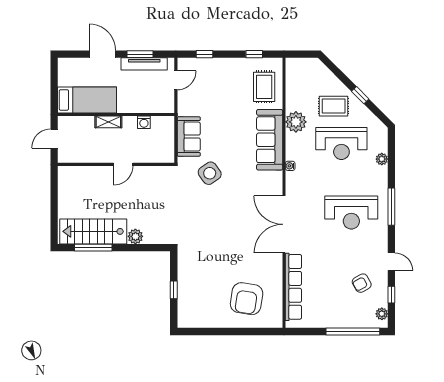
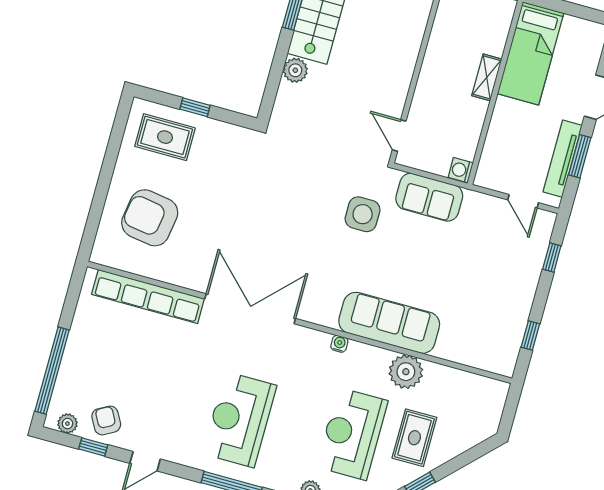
rug: (264, 87) -> (165, 137), moved
washing machine: (144, 122) -> (461, 170), moved
door: (123, 164) -> (399, 135), moved
side table: (210, 173) -> (363, 214), turned 35
armchair: (362, 283) -> (106, 420), moved

